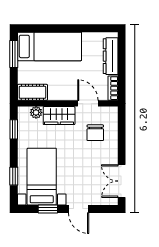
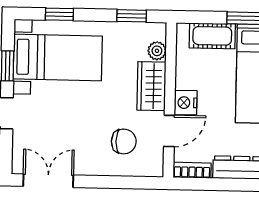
cot: (32, 92) -> (212, 36), moved, turned 90
nightstand: (69, 93) -> (186, 103), added
chair: (95, 133) -> (124, 141), turned 180

